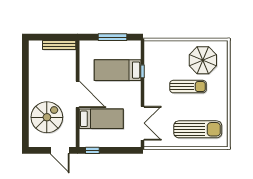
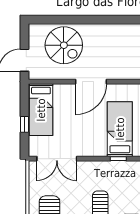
bed: (101, 119) -> (41, 110), moved
window: (92, 150) -> (24, 124), moved

